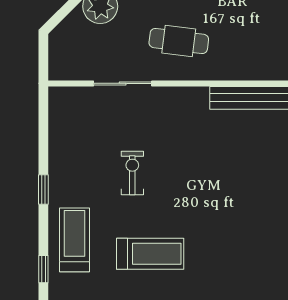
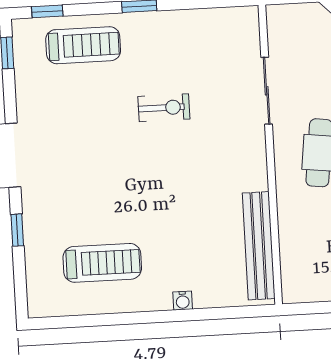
treadmill: (150, 254) -> (102, 263), moved, turned -90

